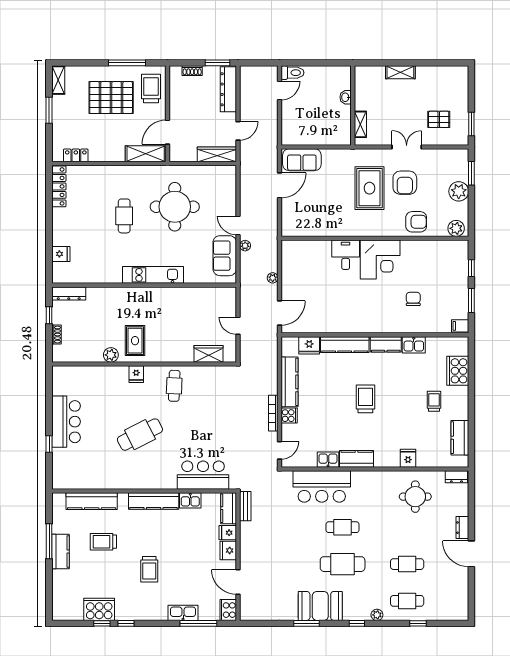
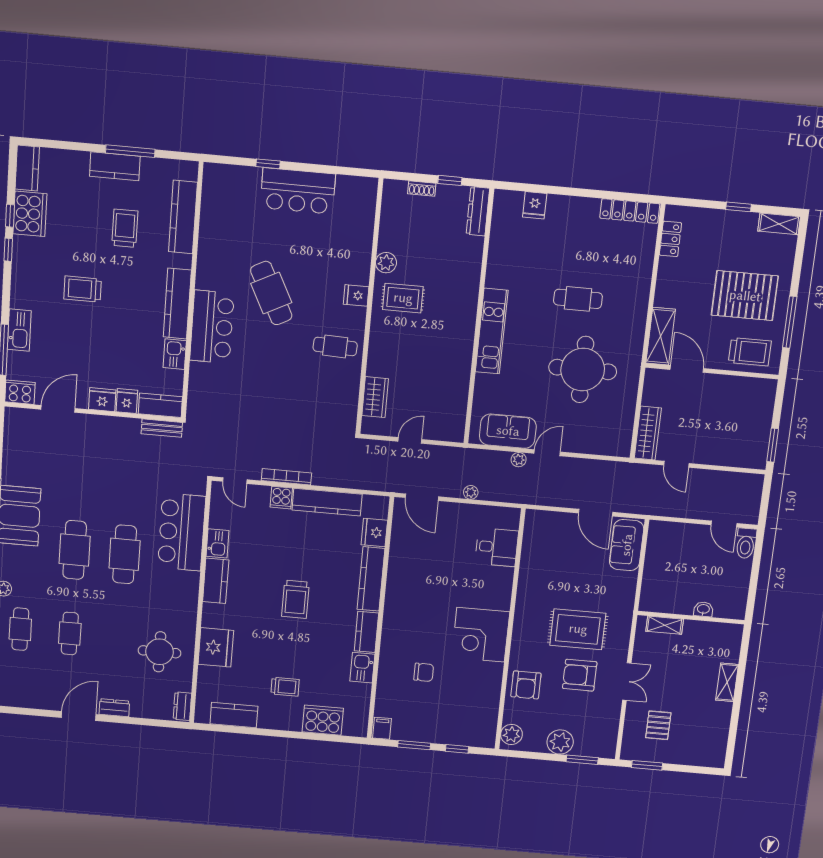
shoe rack: (192, 71) -> (767, 410), removed
dresser: (228, 89) -> (735, 456), removed
pallet: (111, 98) -> (745, 296), turned 90
window: (49, 110) -> (739, 207), width x0.67
desk: (346, 255) -> (497, 547), moved
trolley: (365, 399) -> (295, 599), turned 90
fridge: (408, 458) -> (216, 647), width x1.88, depth x1.34
bar counter: (203, 475) -> (212, 327), moved
cafe table: (343, 527) -> (125, 554), width x1.37, depth x1.35
kitchen counter: (67, 613) -> (27, 168), added

